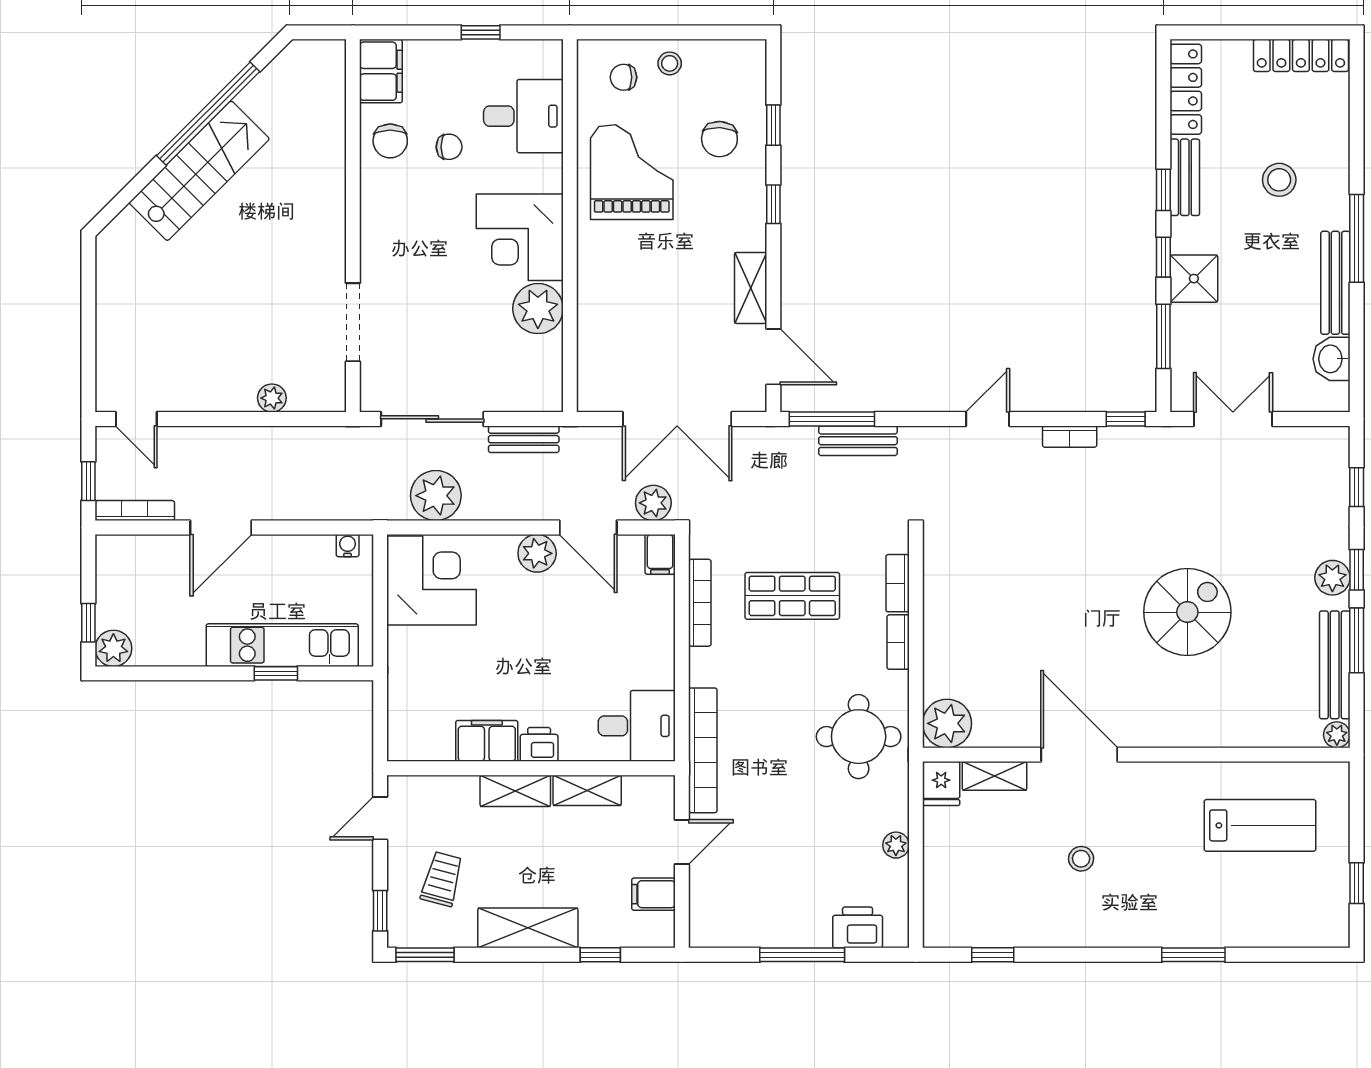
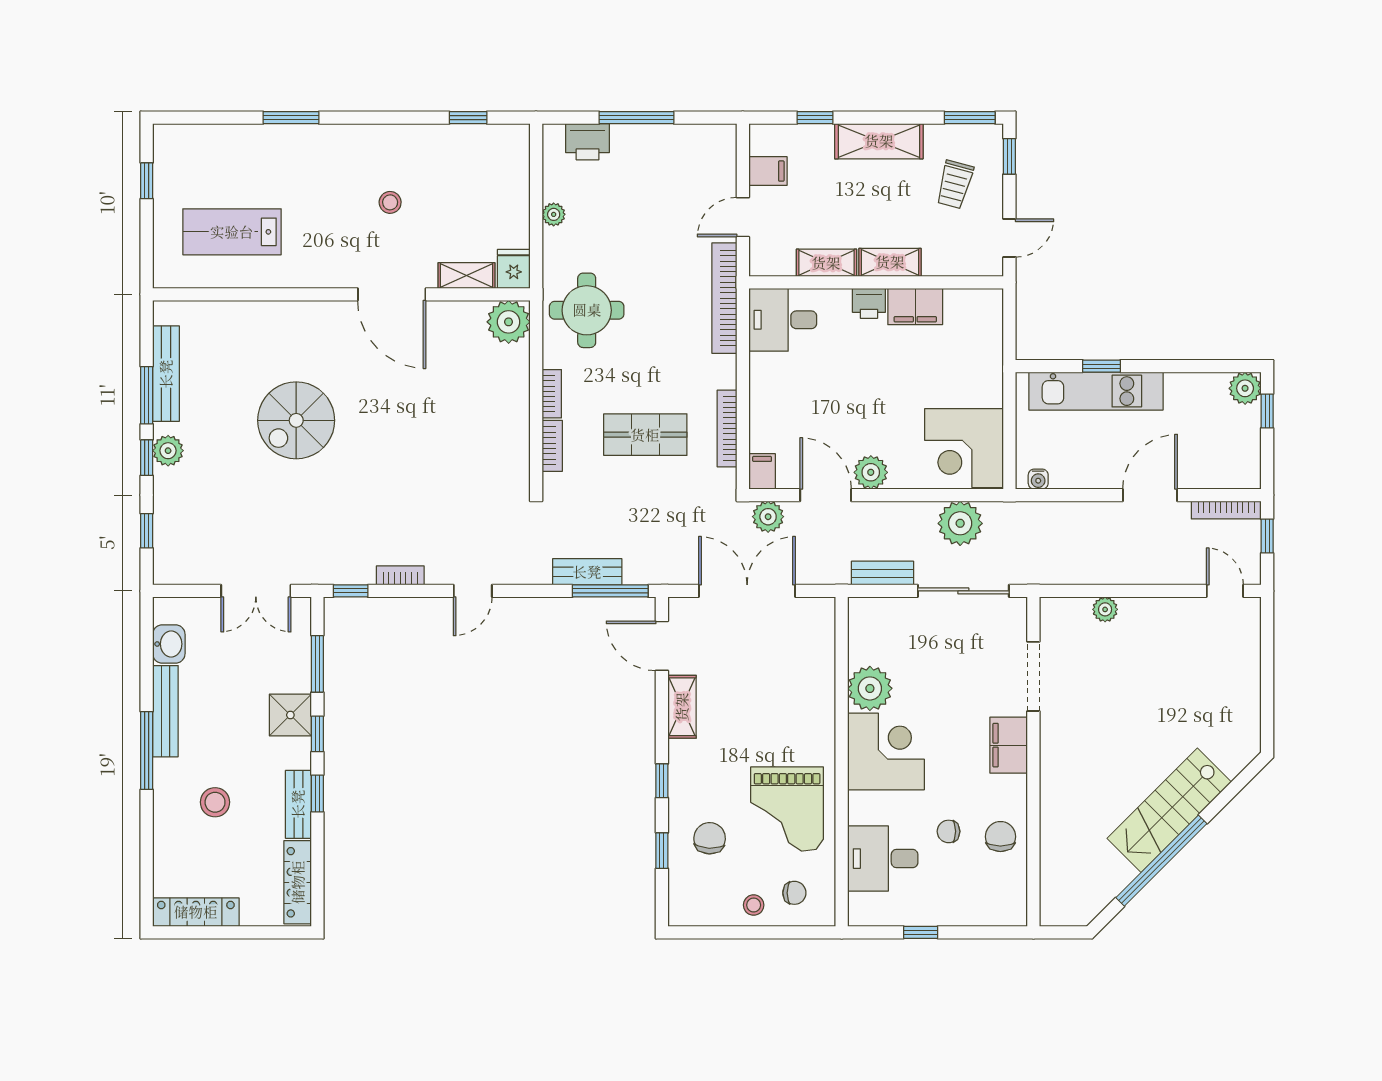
filing cabinet: (381, 71) -> (1009, 745), moved
plant: (1337, 735) -> (164, 312), removed

